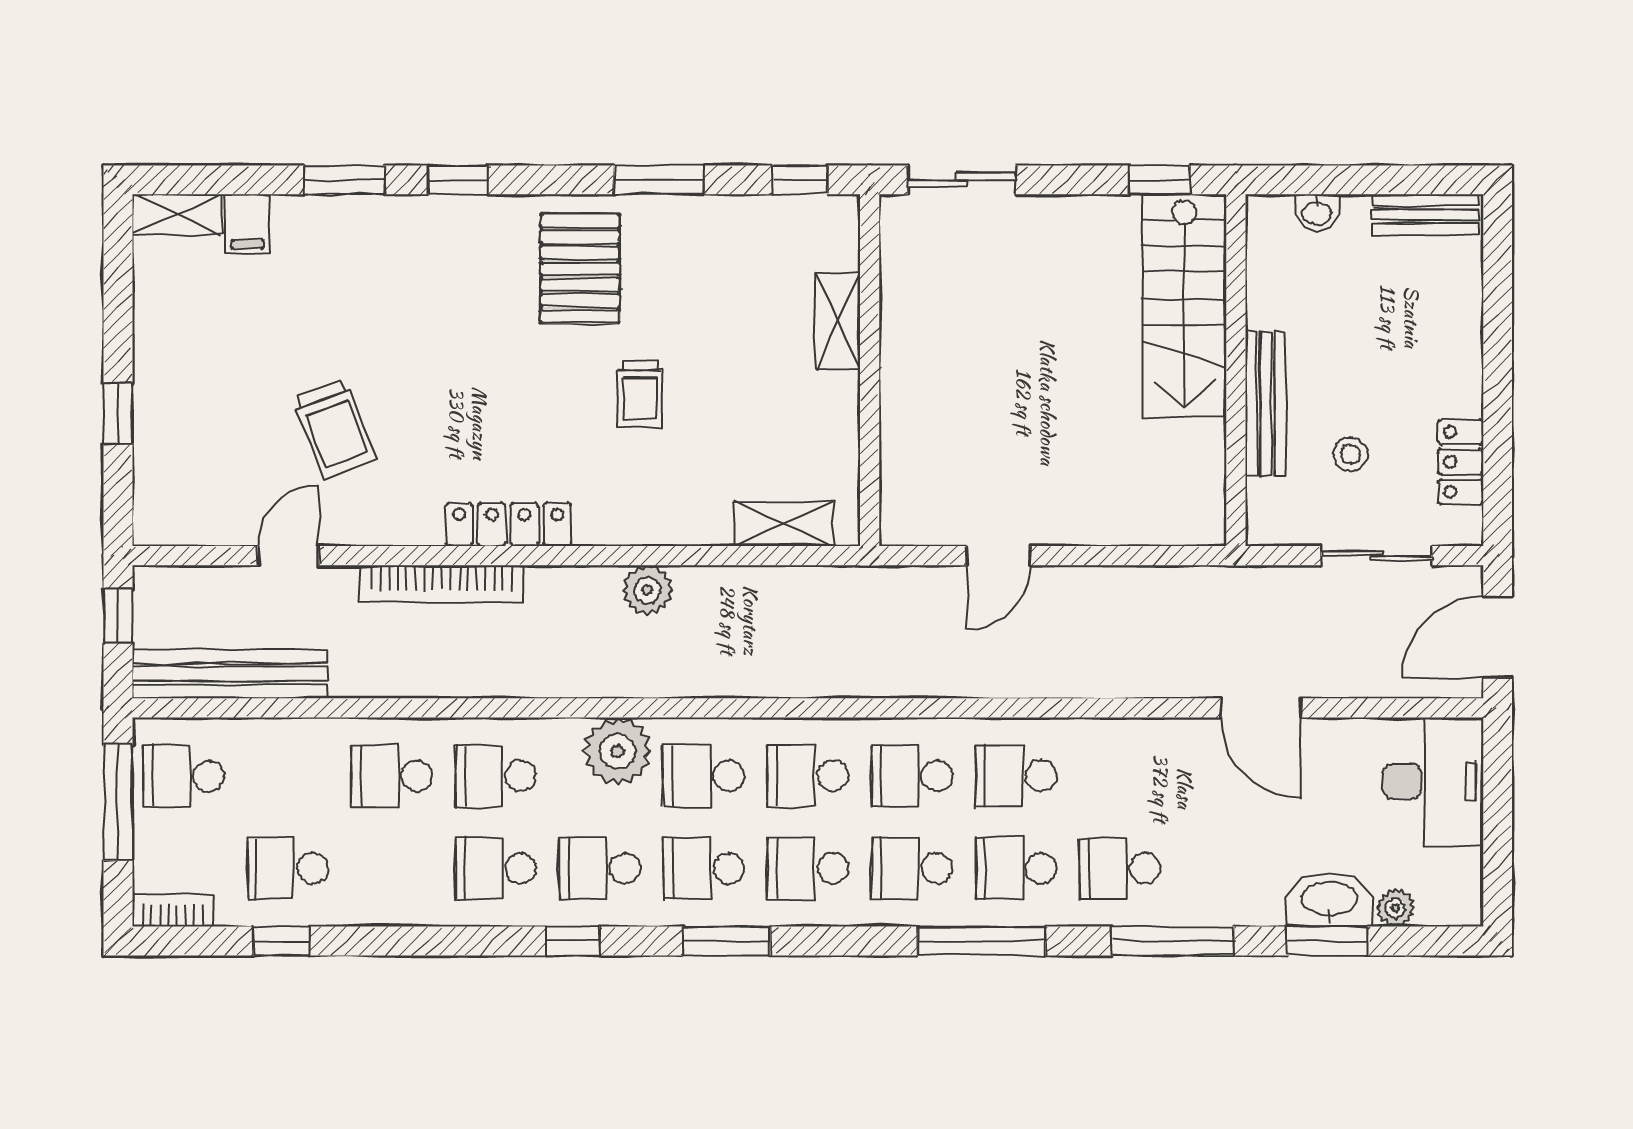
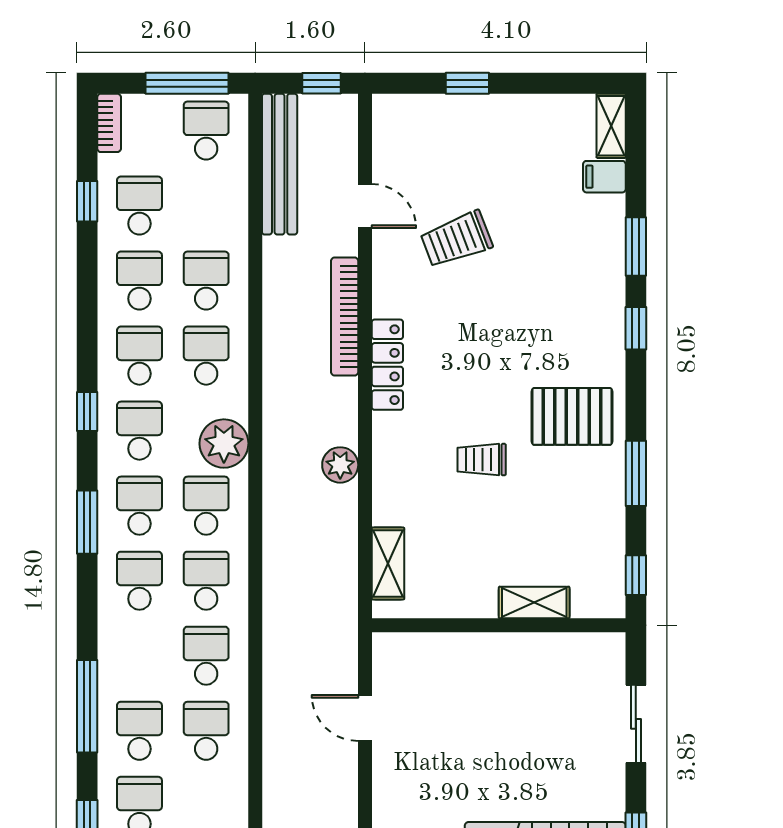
sliding door: (962, 180) -> (636, 724), moved
school desk: (912, 868) -> (139, 281), moved

